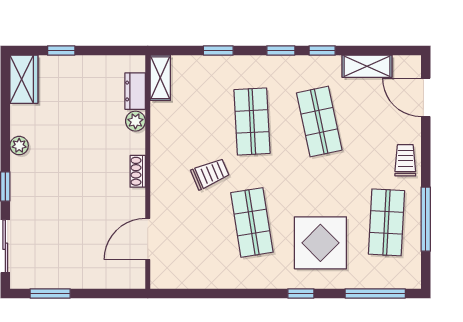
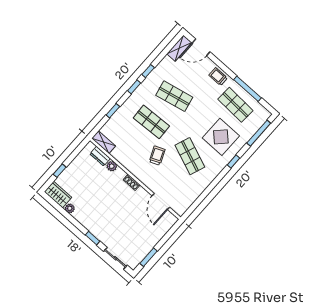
shelving: (367, 66) -> (179, 48), moved
plant: (19, 146) -> (70, 208), moved
shop shelf: (252, 222) -> (190, 156), turned 30

